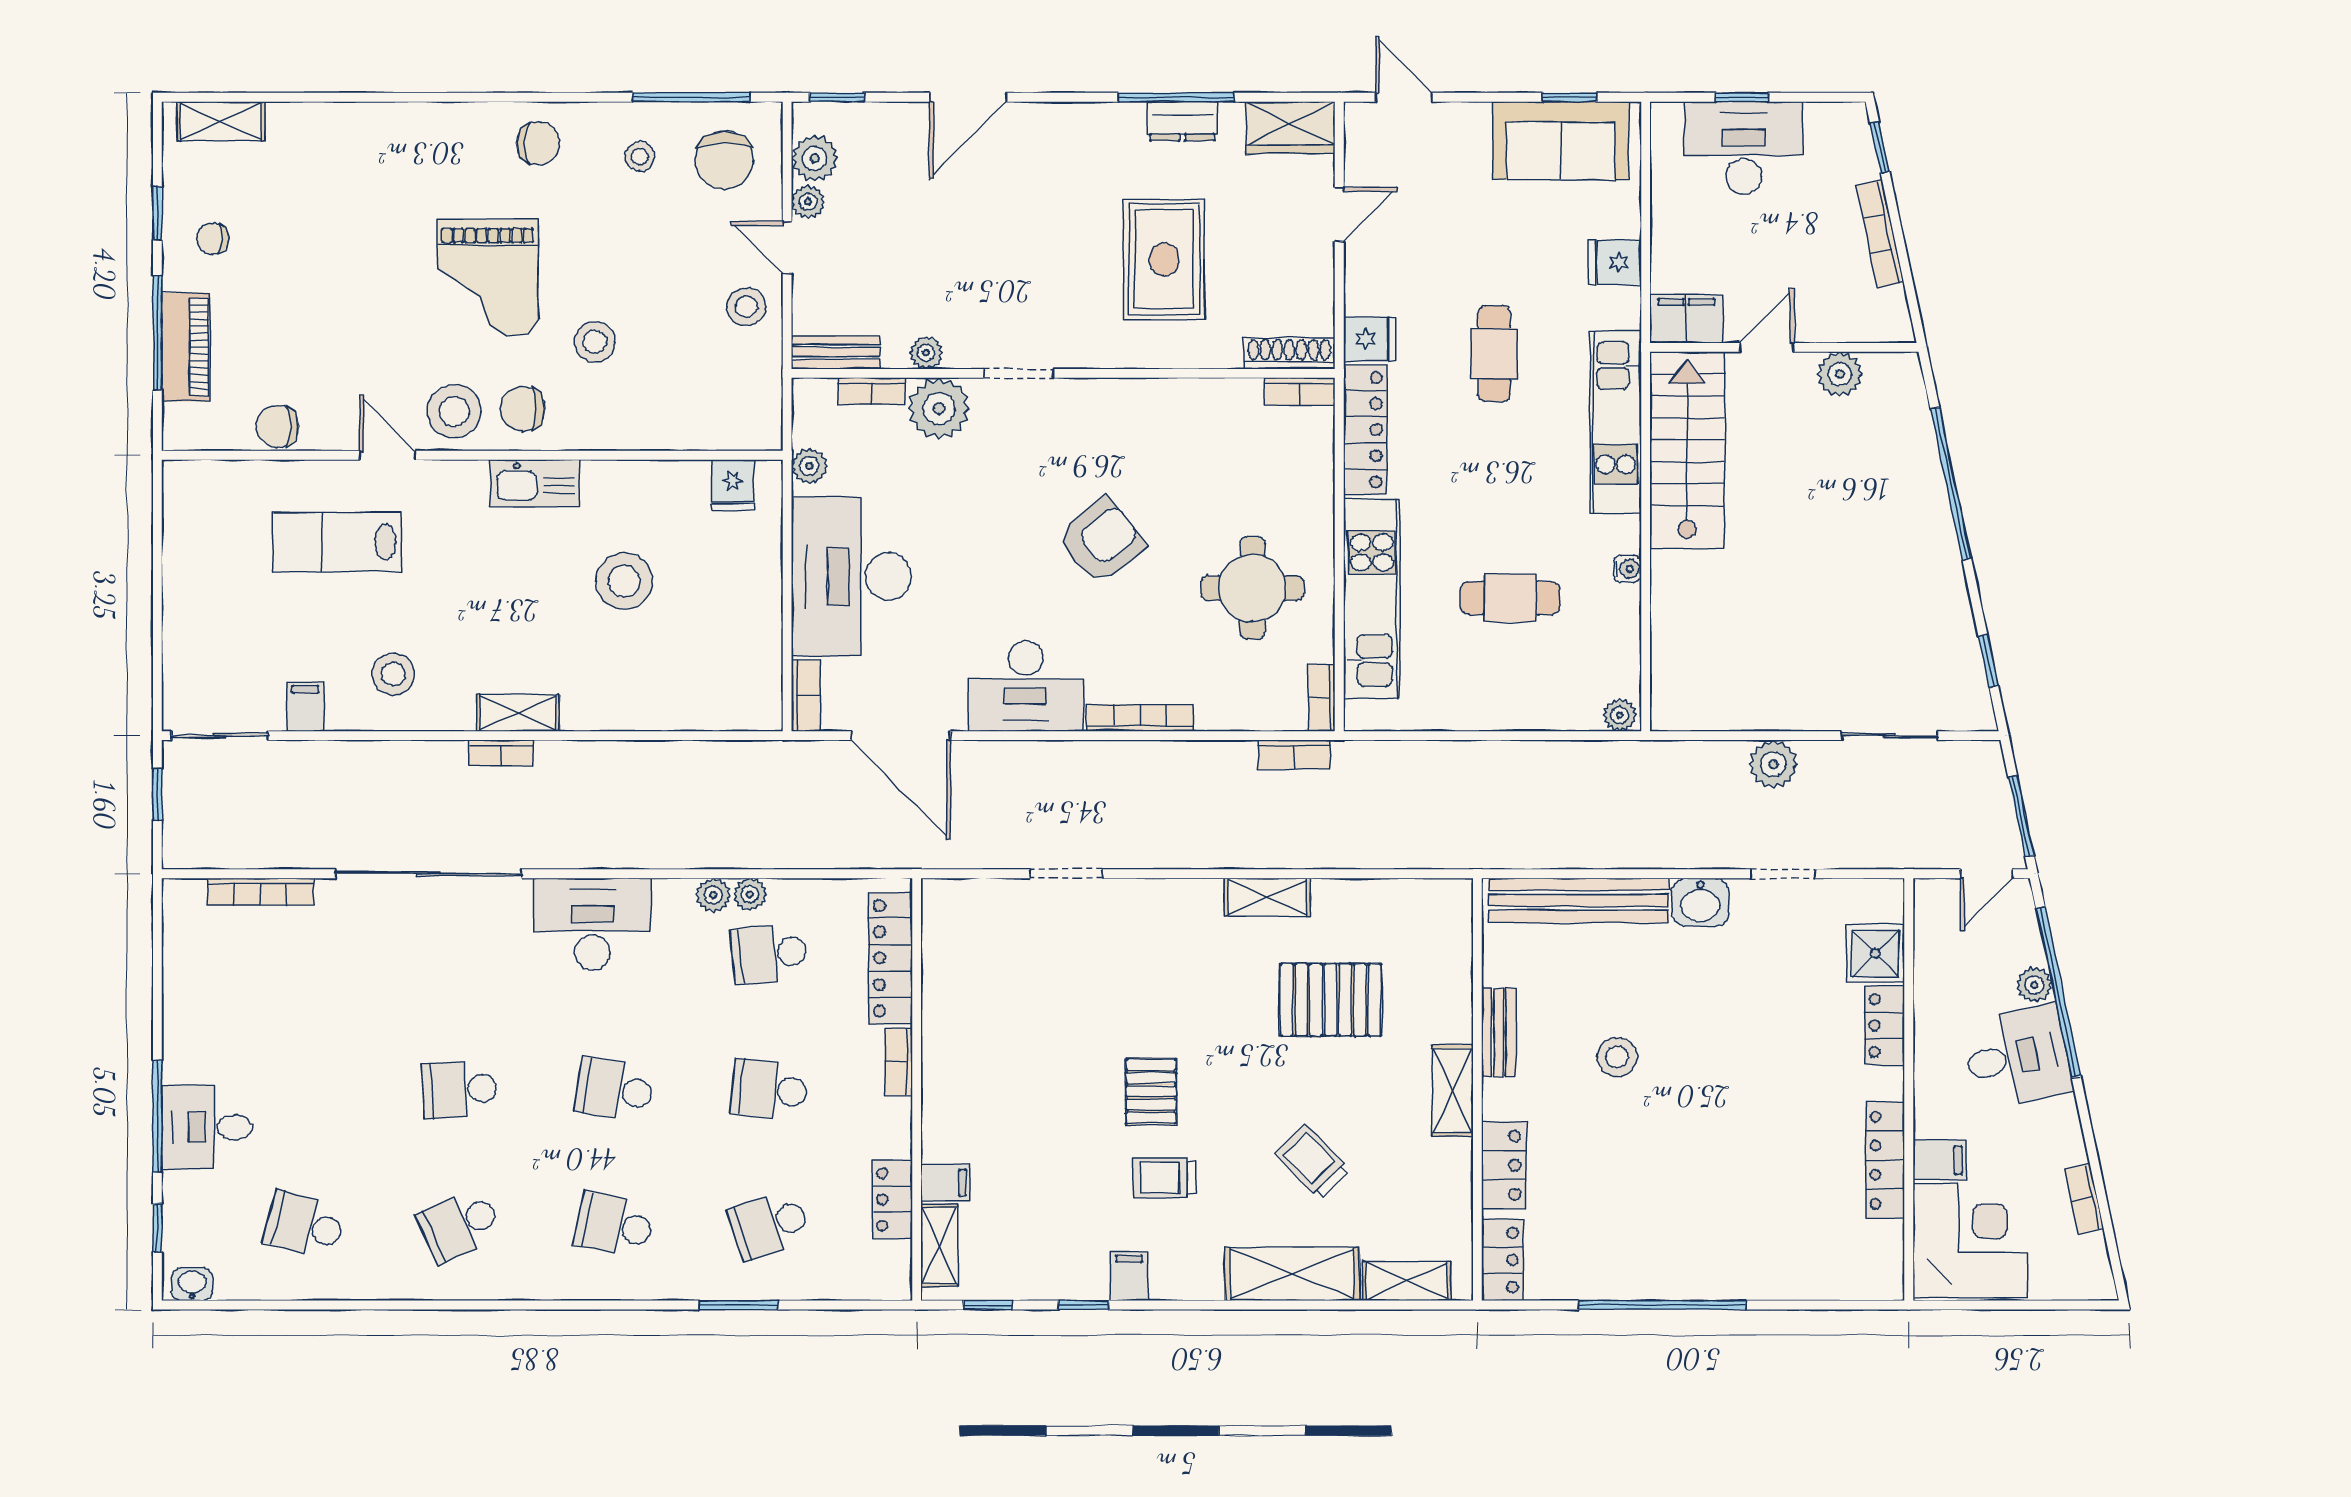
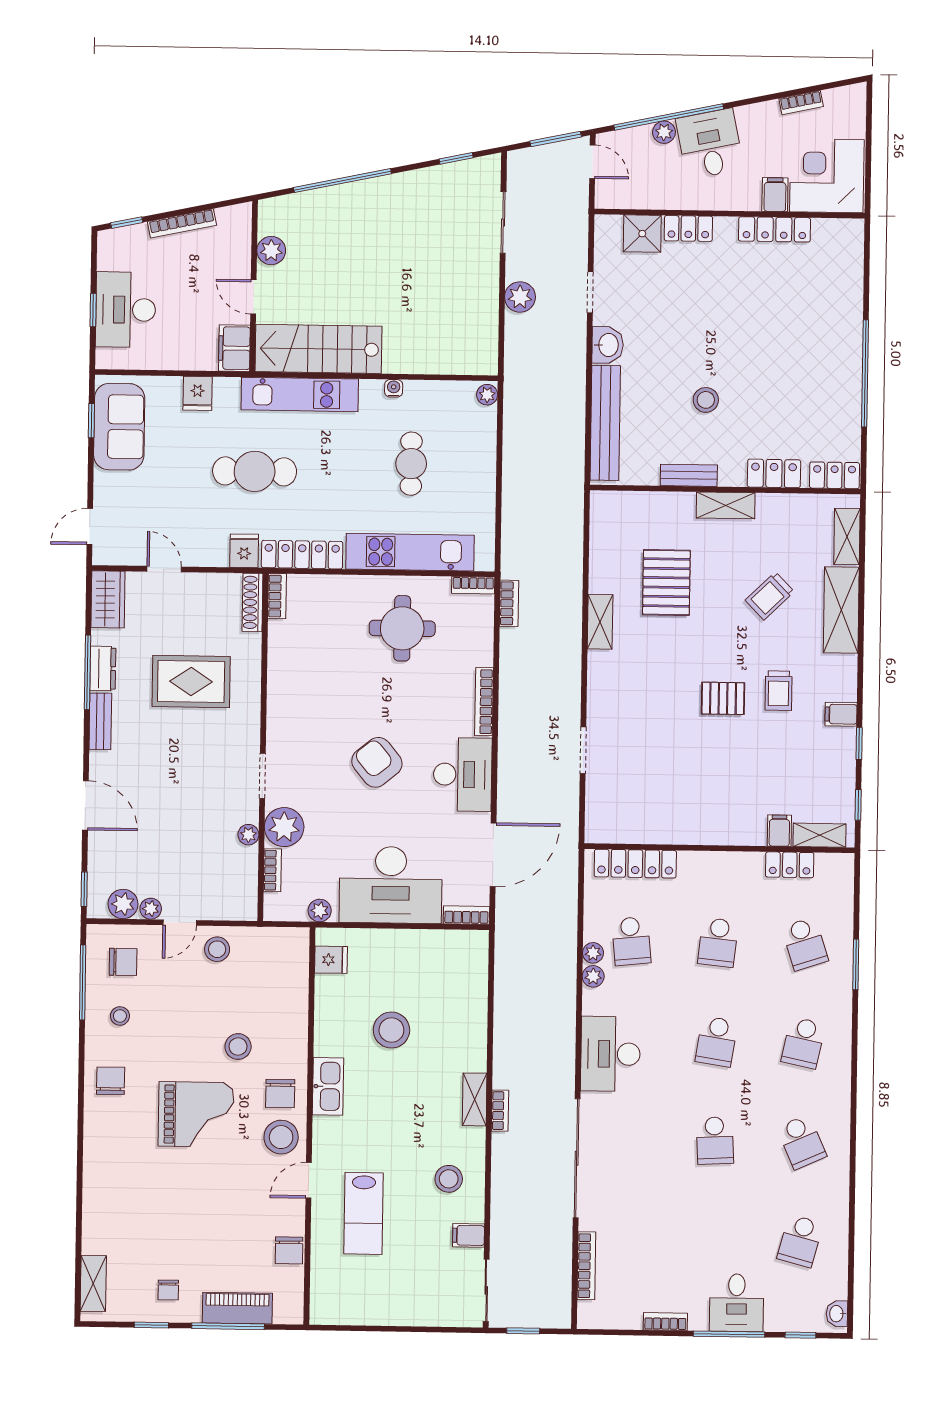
chair: (724, 160) -> (123, 962), width x0.73, depth x0.73
bench: (836, 352) -> (100, 721), moved
cafe table: (1494, 353) -> (255, 471), width x1.37, depth x1.35
armchair: (1101, 541) -> (377, 762), moved
bookcase: (899, 1062) -> (665, 1322), moved, turned 180

